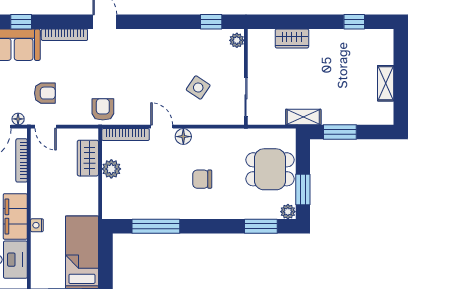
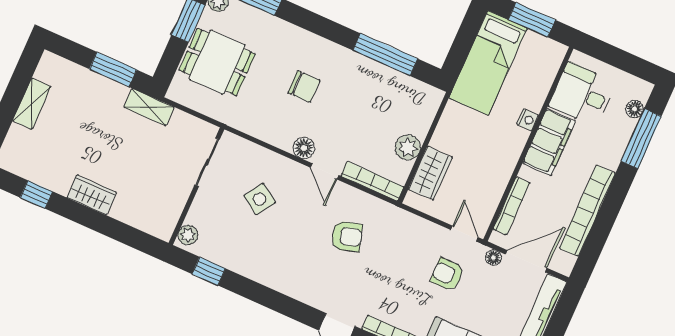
wardrobe: (292, 38) -> (92, 195), moved
armchair: (103, 109) -> (347, 236), moved, turned -107

